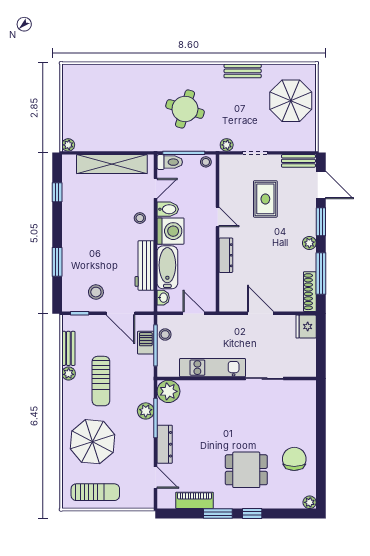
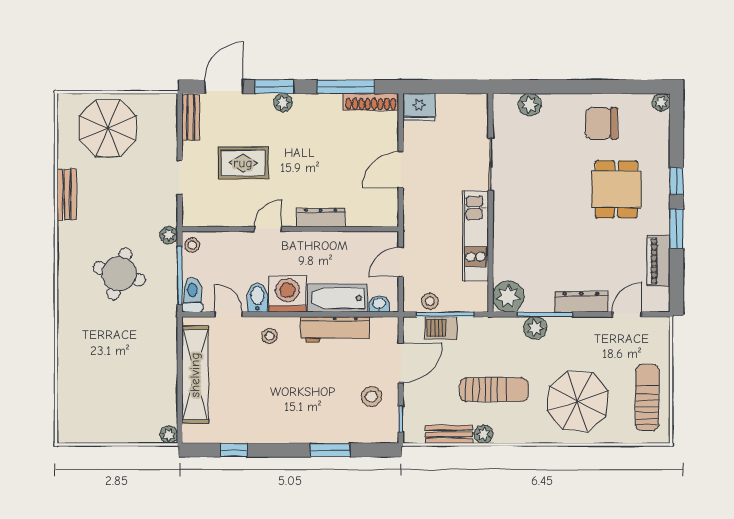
plant: (227, 145) -> (169, 235), moved
plant: (309, 243) -> (283, 103), moved
plant: (308, 407) -> (530, 105), added

